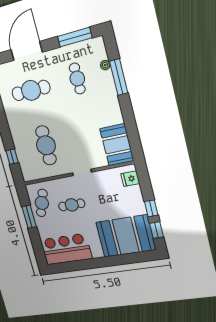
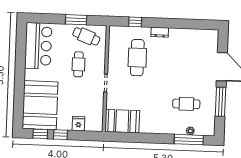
window: (75, 37) -> (220, 102), moved
window: (119, 77) -> (189, 140), moved
cafe table: (31, 90) -> (188, 60), removed
dresser: (14, 128) -> (160, 32), added
cafe table: (46, 145) -> (137, 58), turned 90
fridge: (130, 179) -> (78, 124), moved

